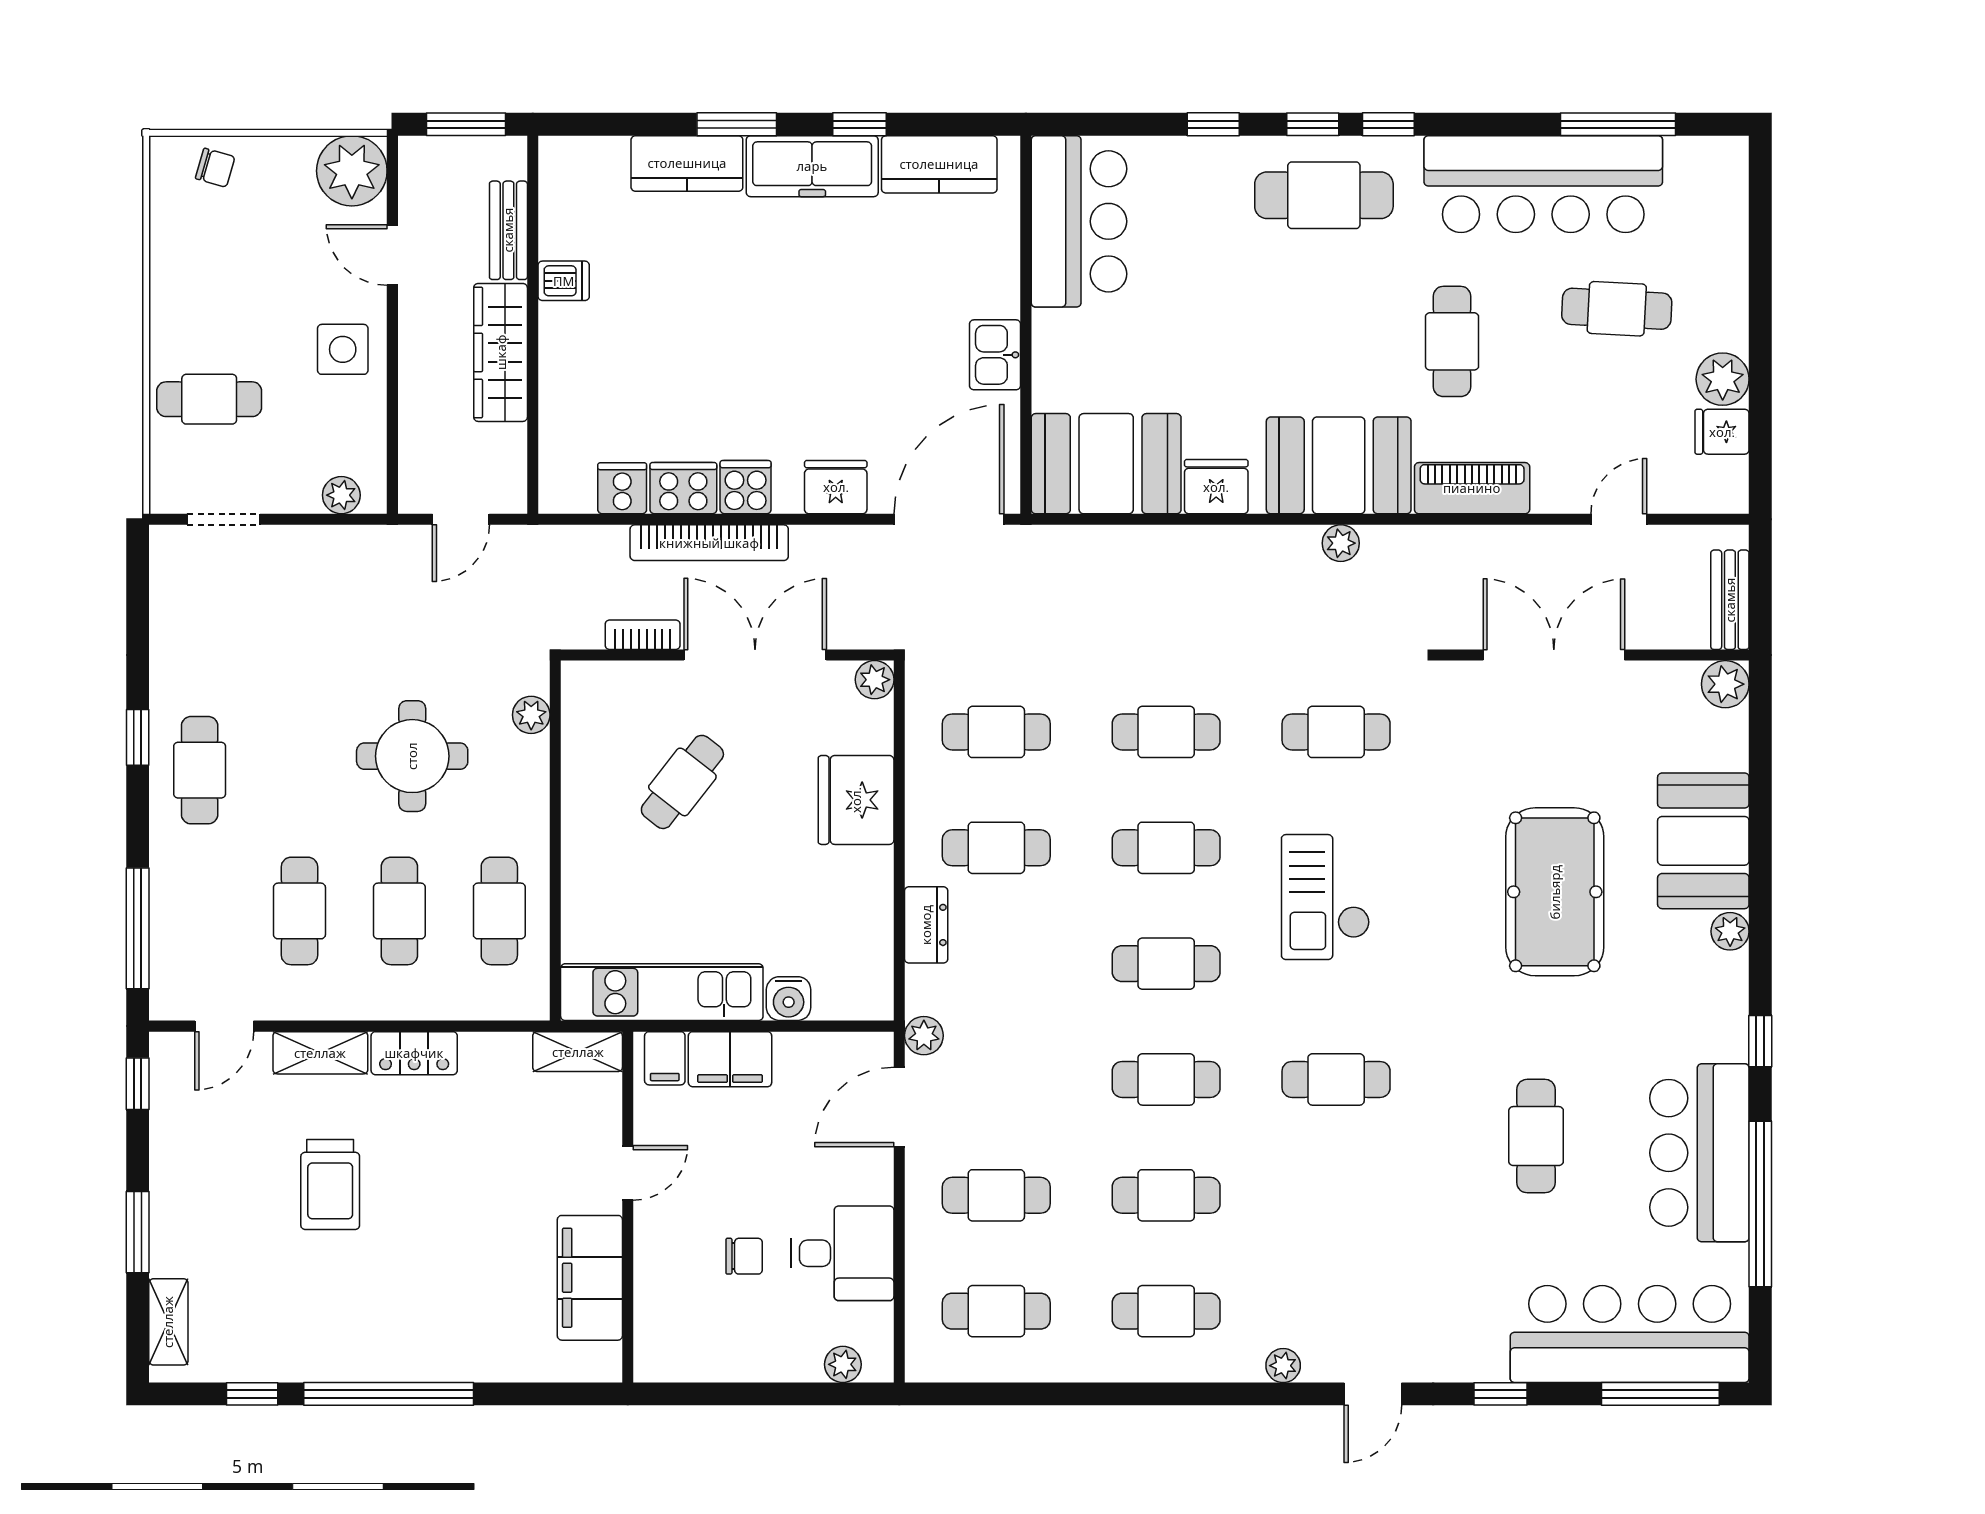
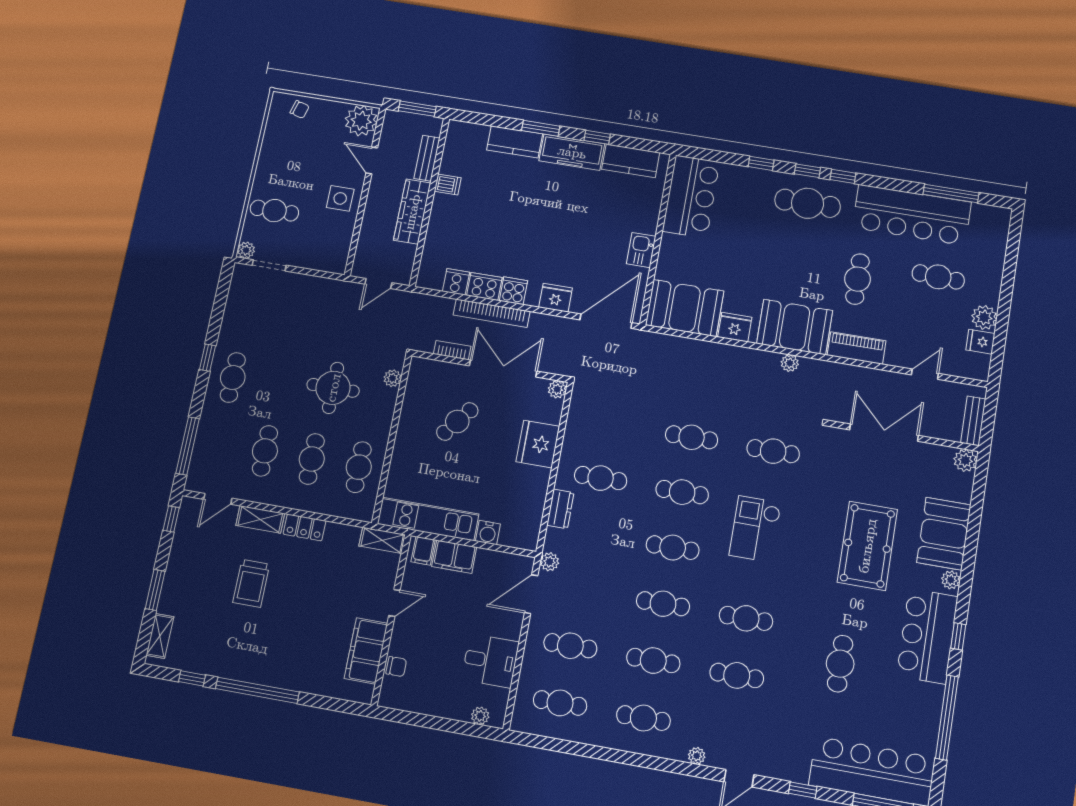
plant: (341, 495) -> (246, 250), moved
cafe table: (996, 732) -> (737, 675), moved
bar counter: (1699, 1153) -> (927, 636), moved
chair: (744, 1256) -> (396, 667), moved

